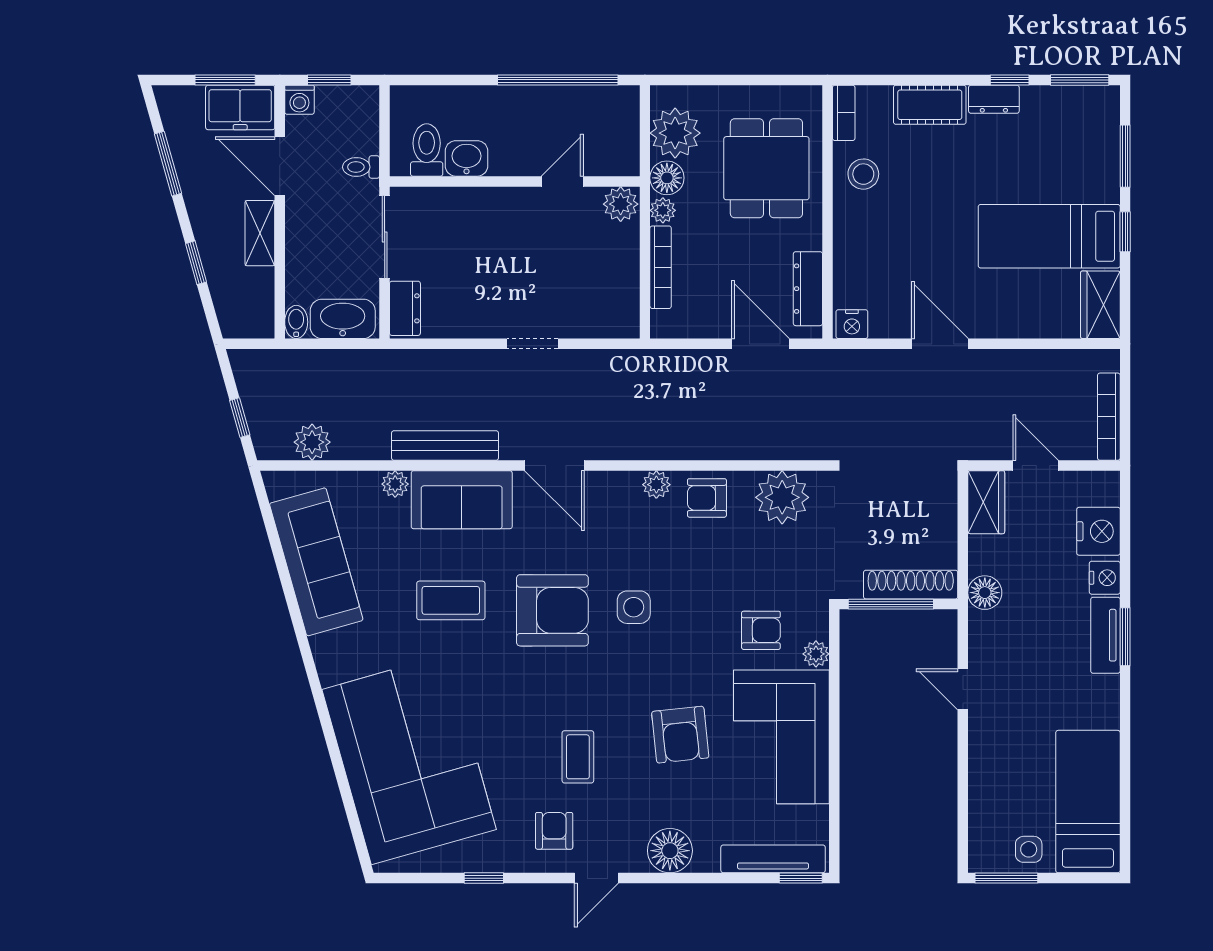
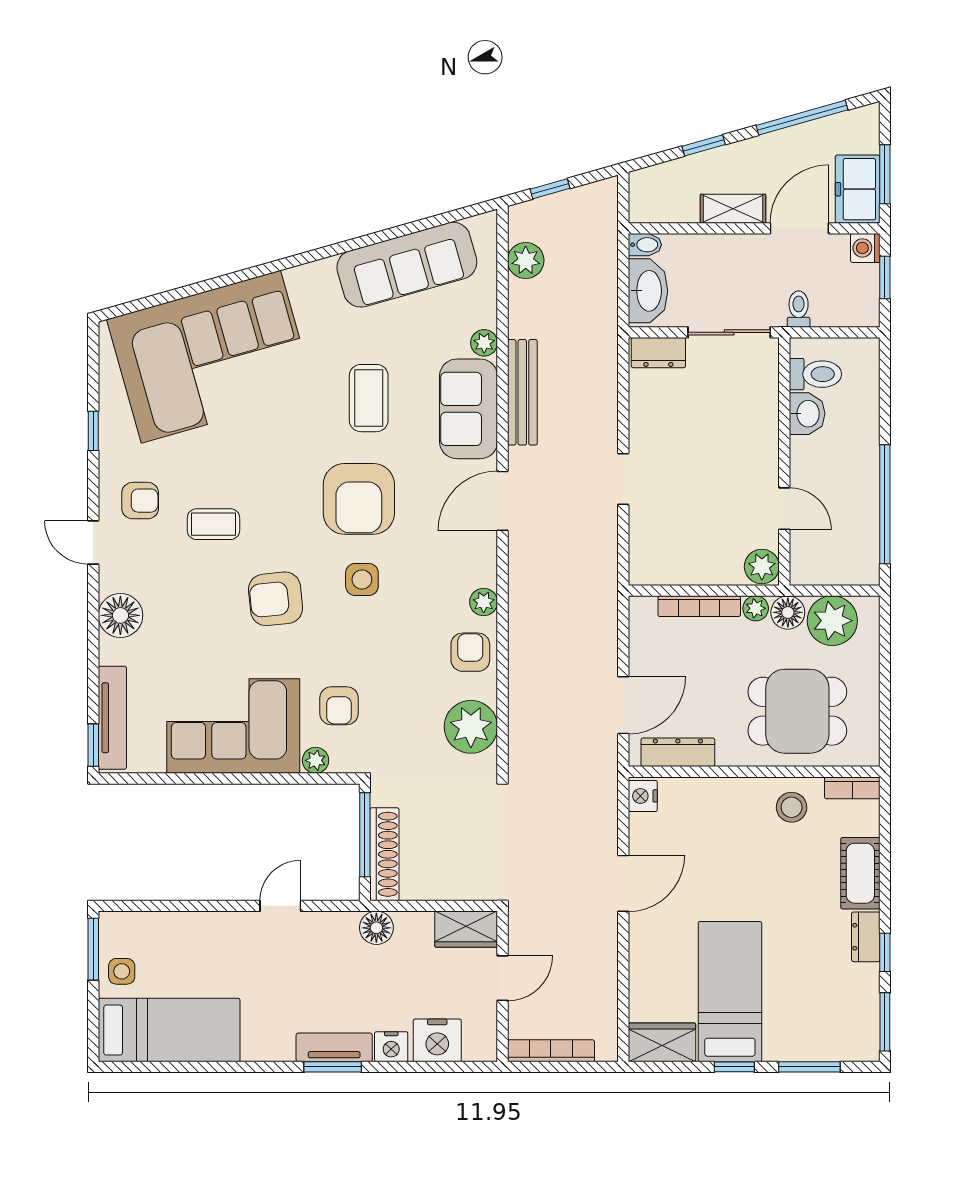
window: (168, 164) -> (802, 118), width x1.44
armchair: (680, 735) -> (276, 599), moved

